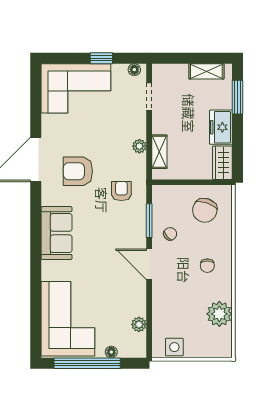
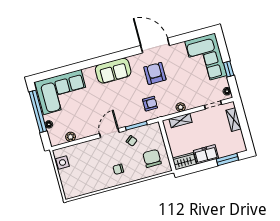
shelving: (206, 71) -> (234, 120), moved
chair: (205, 210) -> (152, 158), turned 71
plant: (219, 314) -> (91, 185), removed

